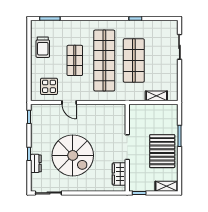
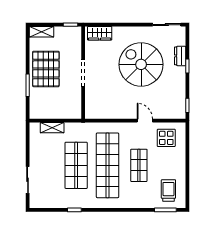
trolley: (43, 47) -> (168, 191), moved
wardrobe: (119, 174) -> (100, 33), moved, turned 90

